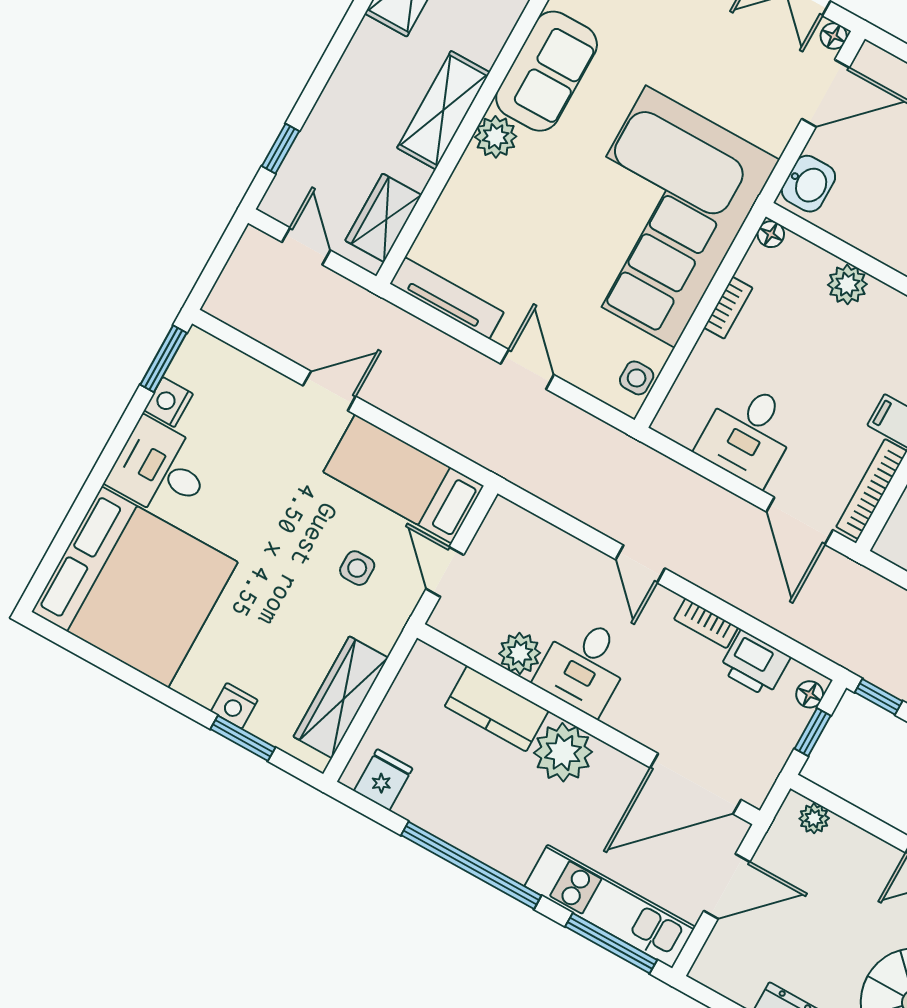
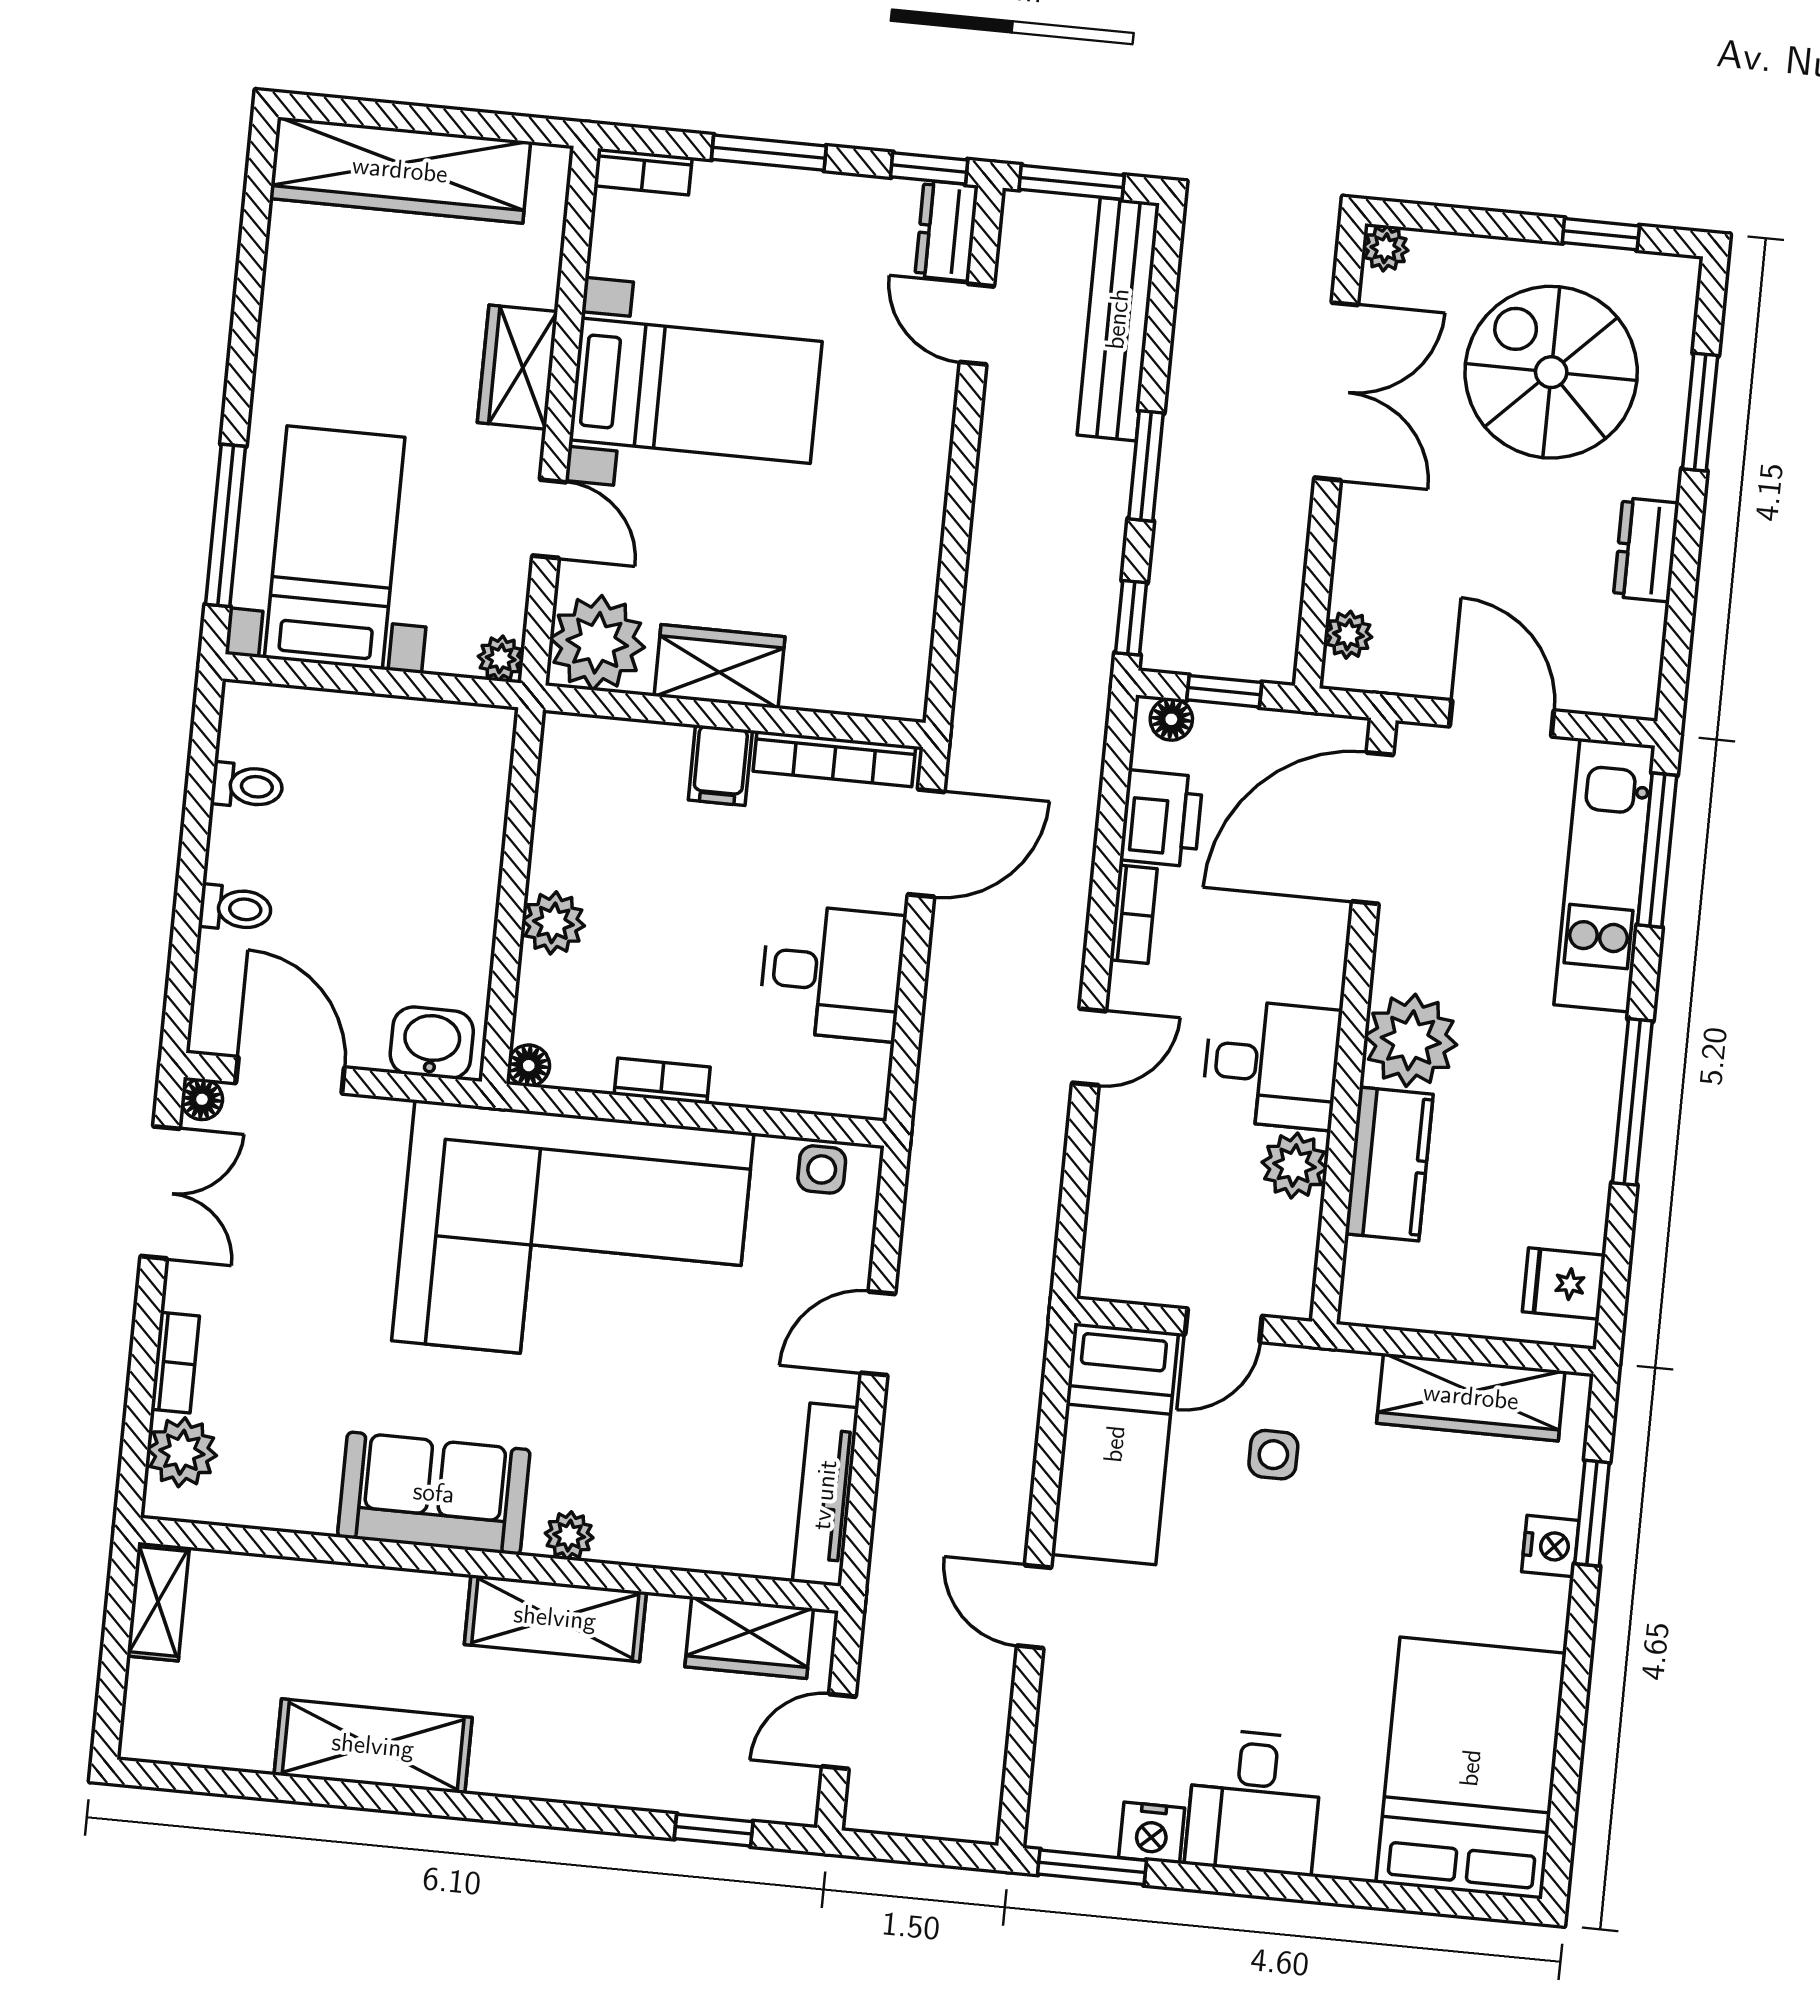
plant: (496, 137) -> (569, 1536), width x0.73, depth x0.73
bed: (135, 587) -> (1471, 1768), width x0.73
door: (696, 784) -> (1373, 828), swing flipped
window: (471, 865) -> (1632, 1102), width x0.68

